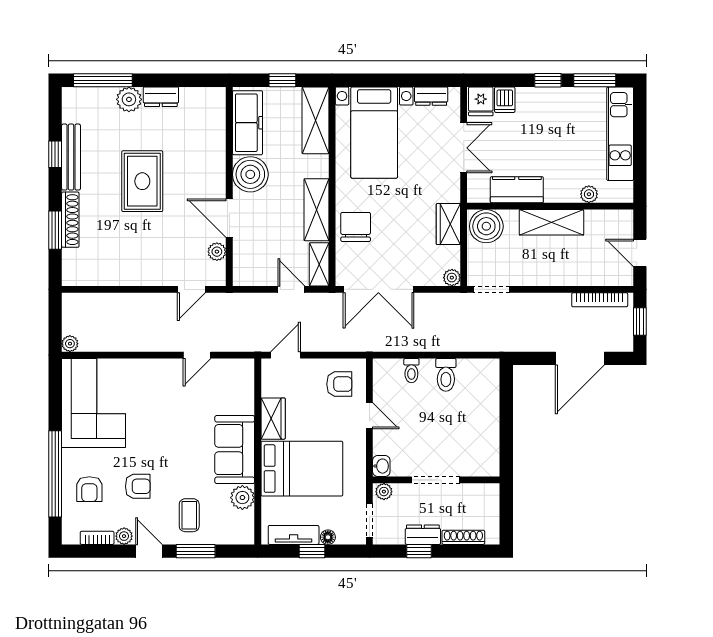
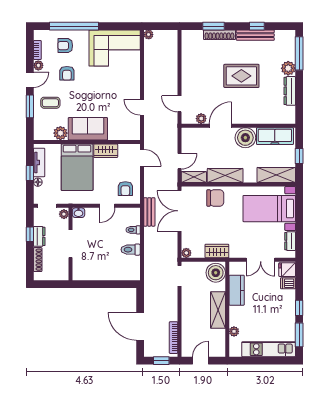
dresser: (161, 97) -> (290, 91), width x1.44
bench: (380, 342) -> (149, 212), added

